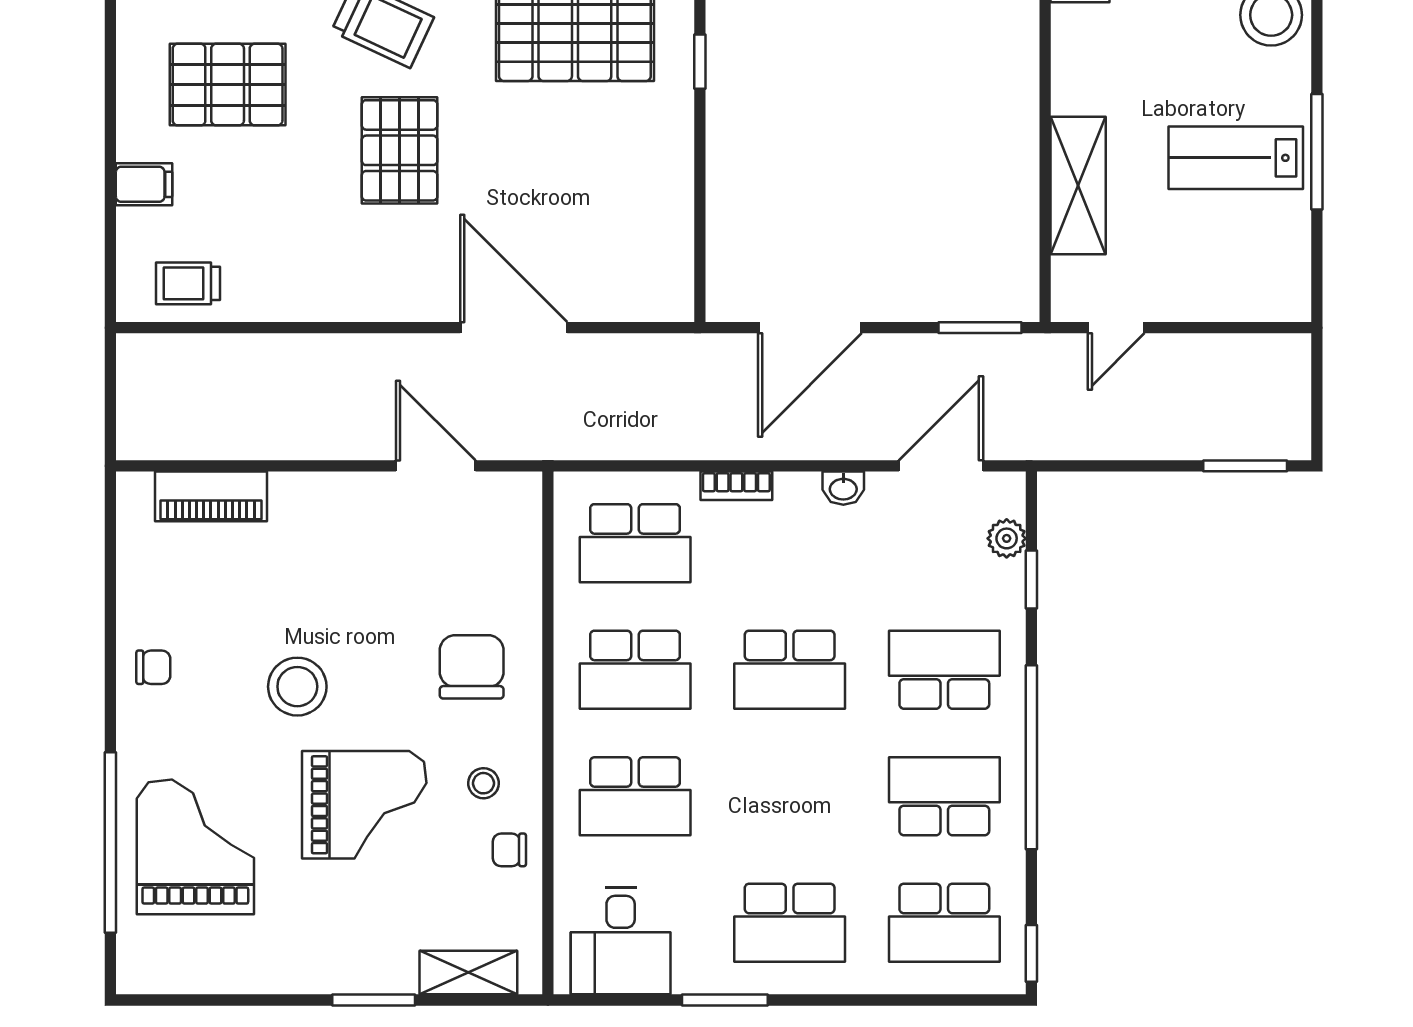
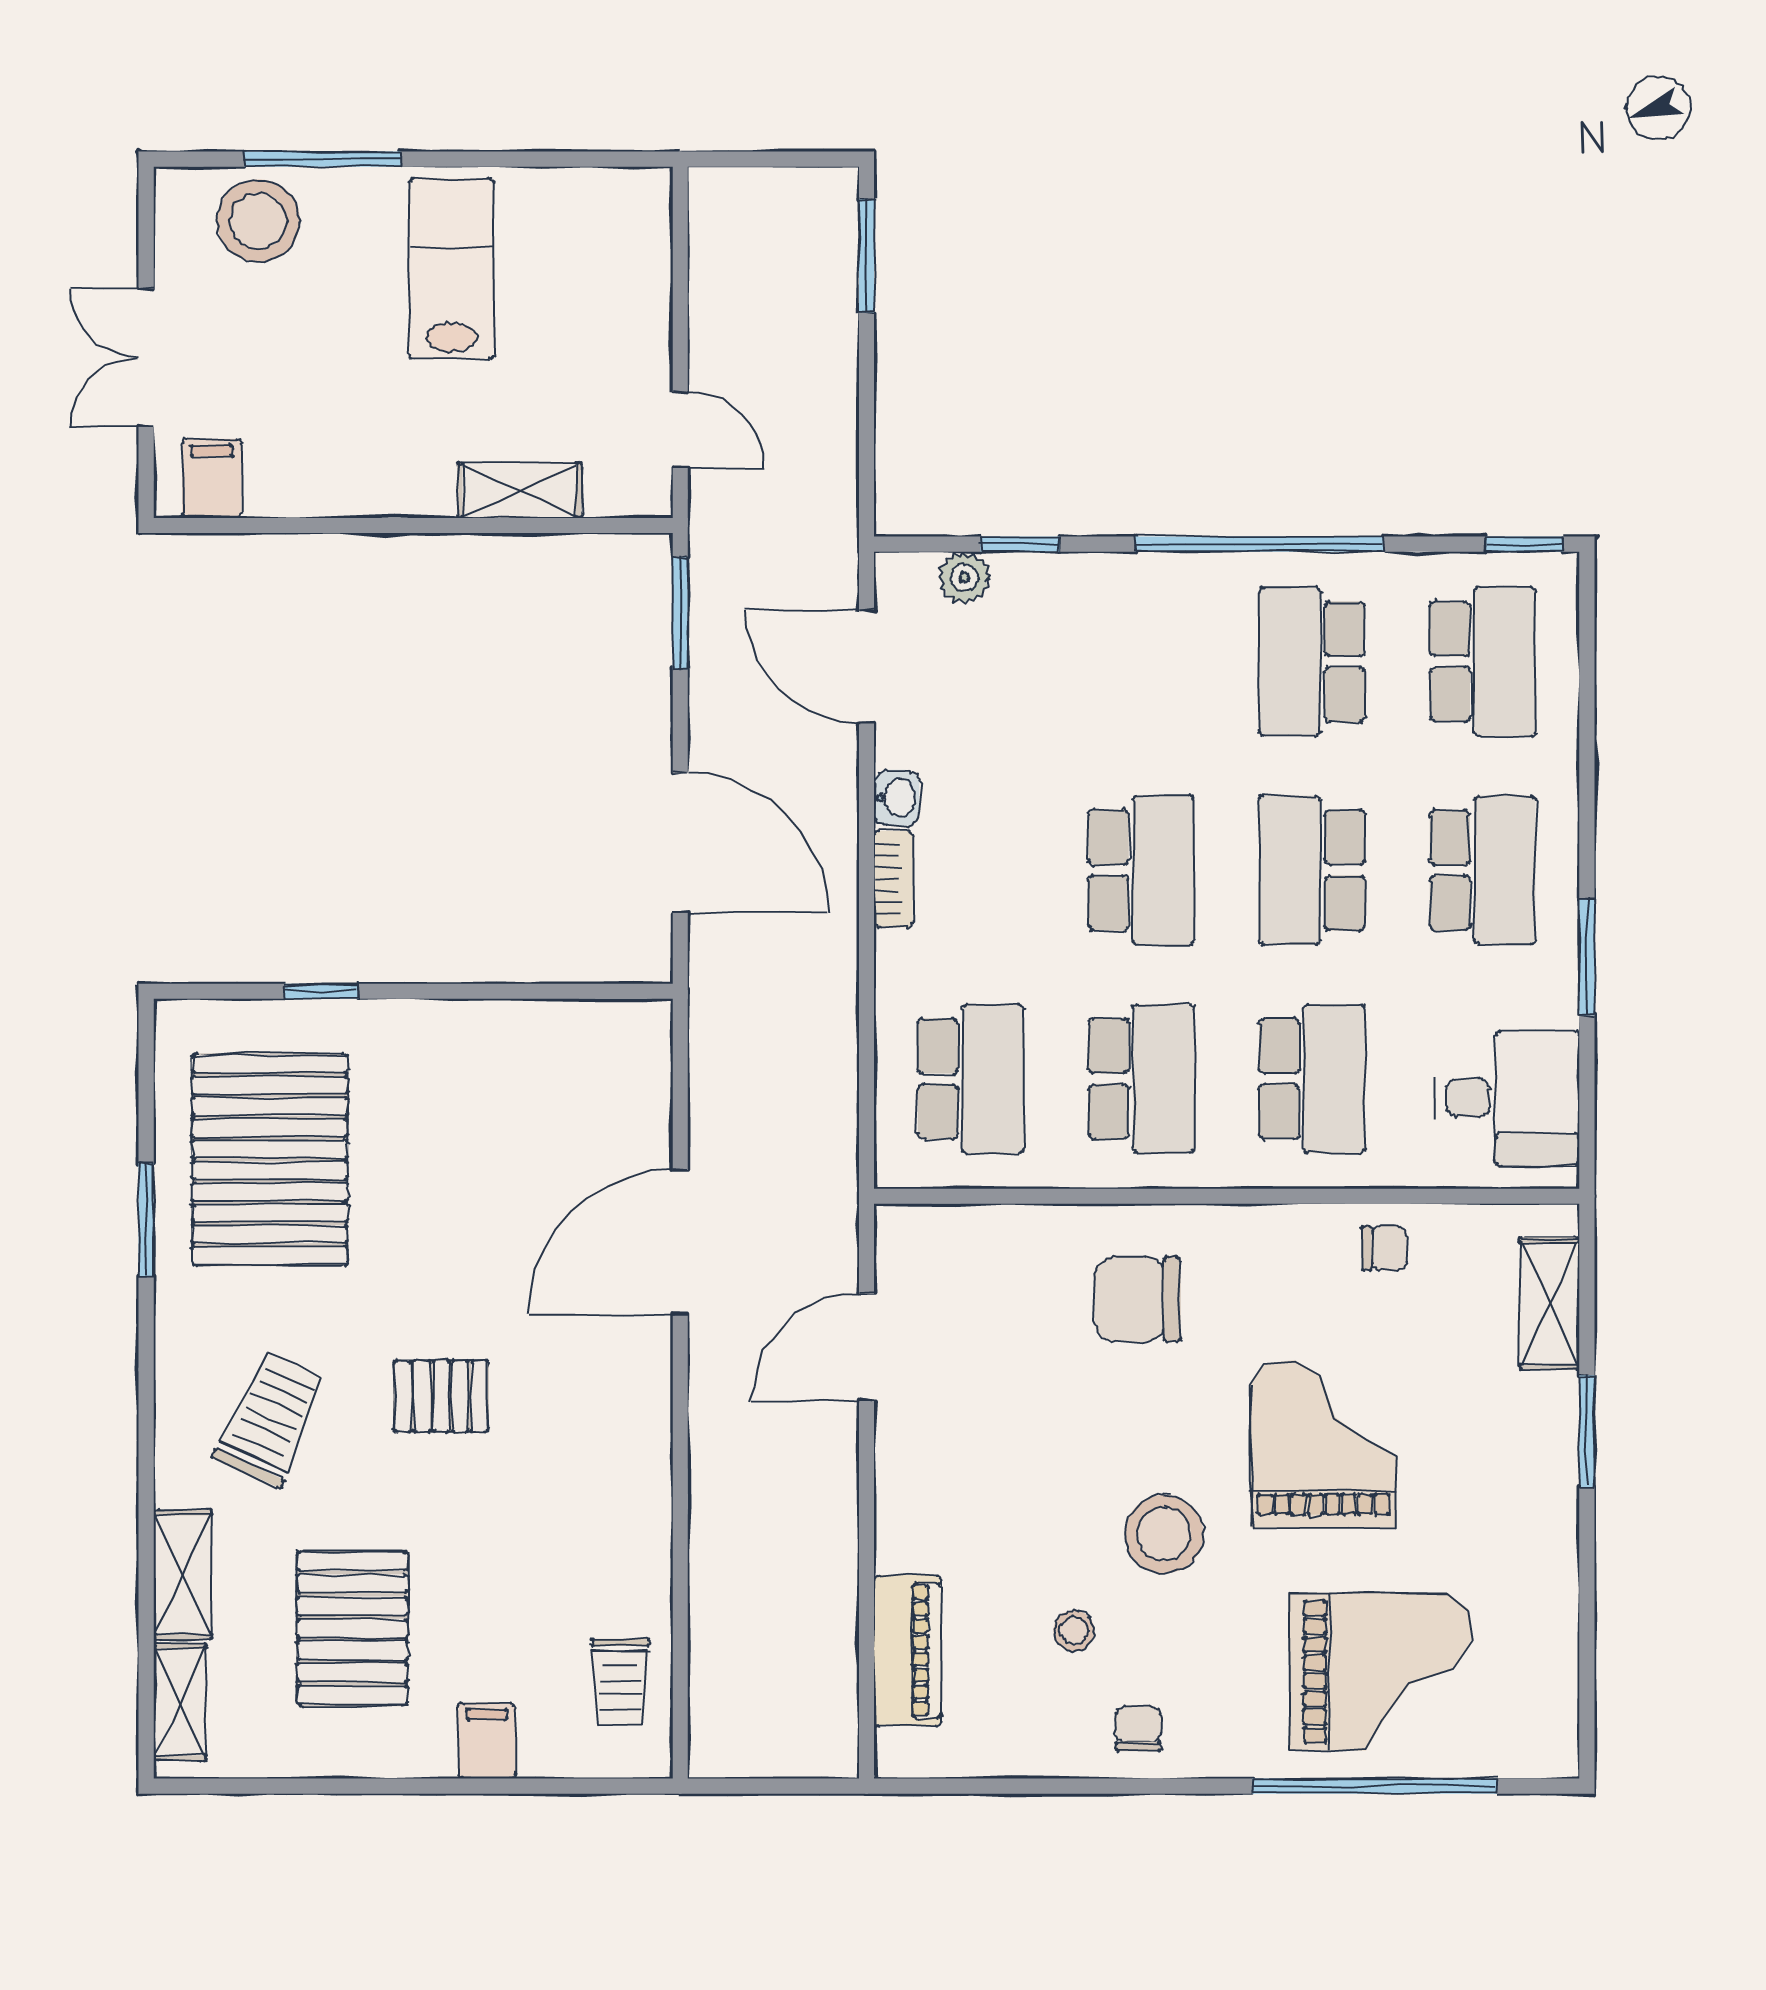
pallet: (400, 150) -> (441, 1396), width x0.67, depth x0.71
window: (1317, 152) -> (323, 159), moved
lab bench: (1236, 158) -> (451, 269), turned 180
shelving: (1078, 185) -> (519, 490), width x0.67, depth x0.75
bookcase: (736, 486) -> (893, 879), moved
school desk: (944, 670) -> (1312, 870), moved
stool: (484, 783) -> (1074, 1631), moved
grand piano: (195, 847) -> (1380, 1672), turned 180
chair: (509, 850) -> (1384, 1248), turned -90

